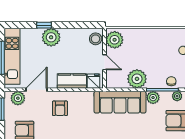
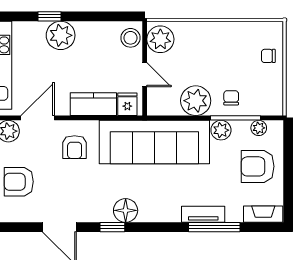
chair: (171, 81) -> (231, 98), moved
sofa: (120, 102) -> (154, 142), width x1.36, depth x1.27

